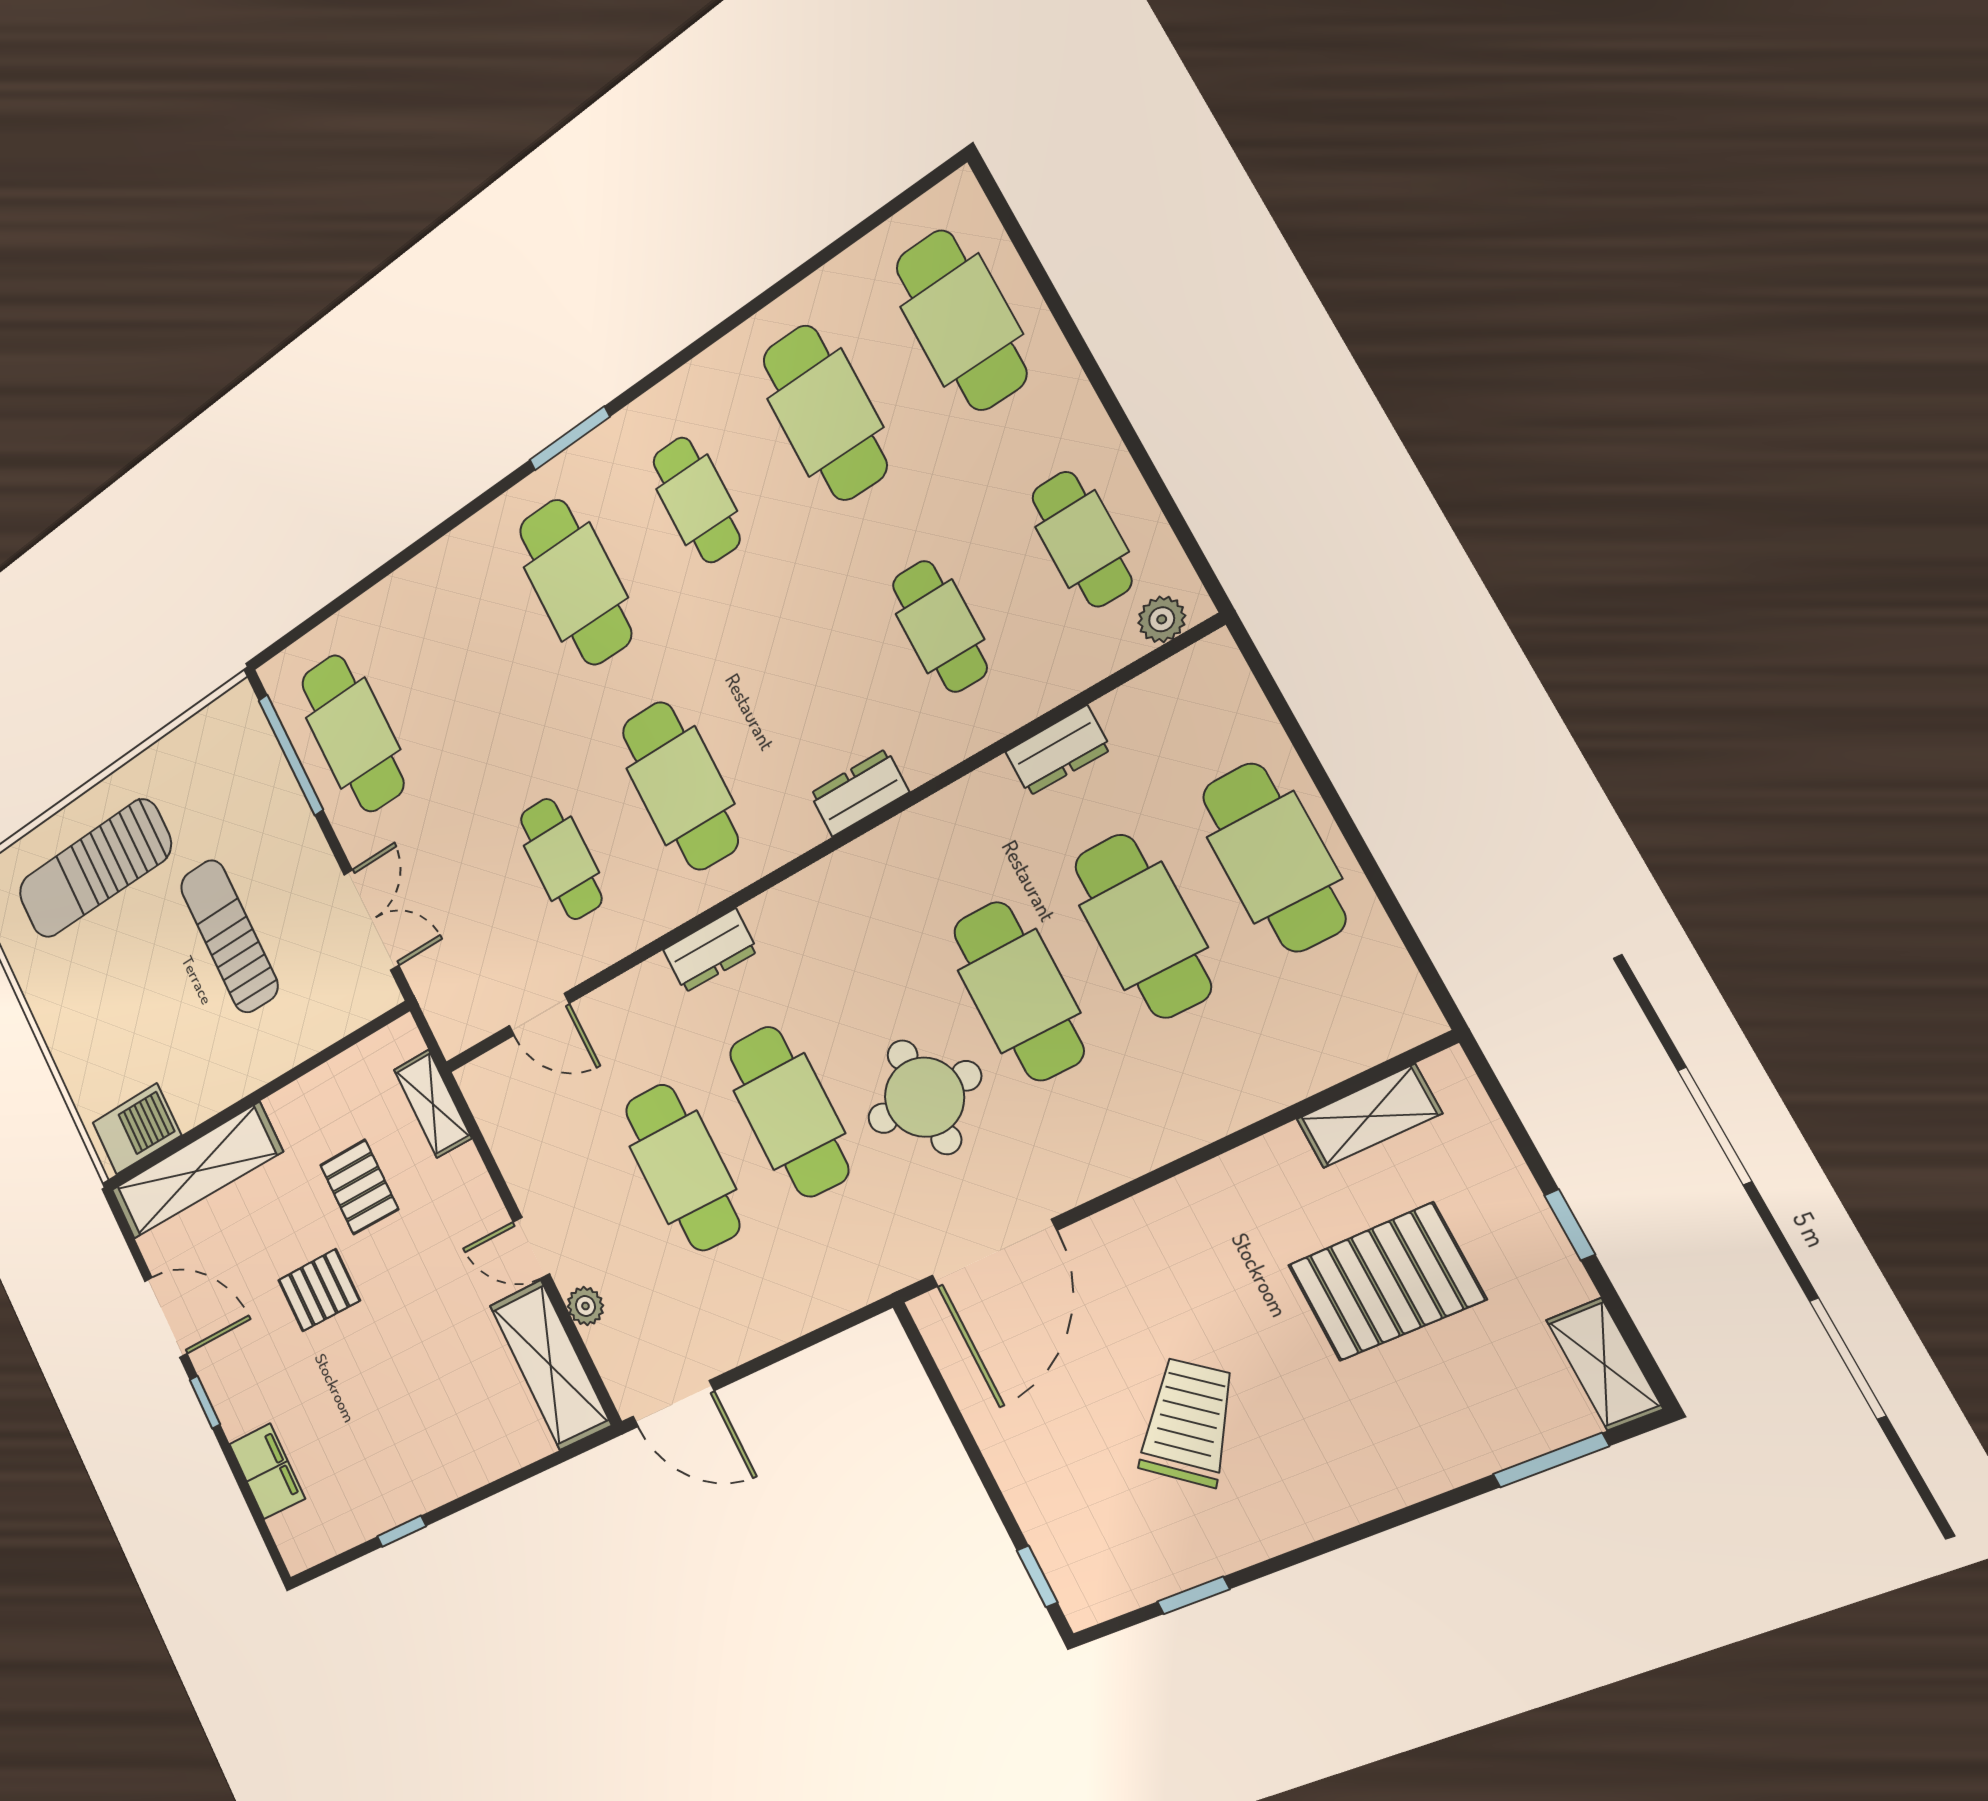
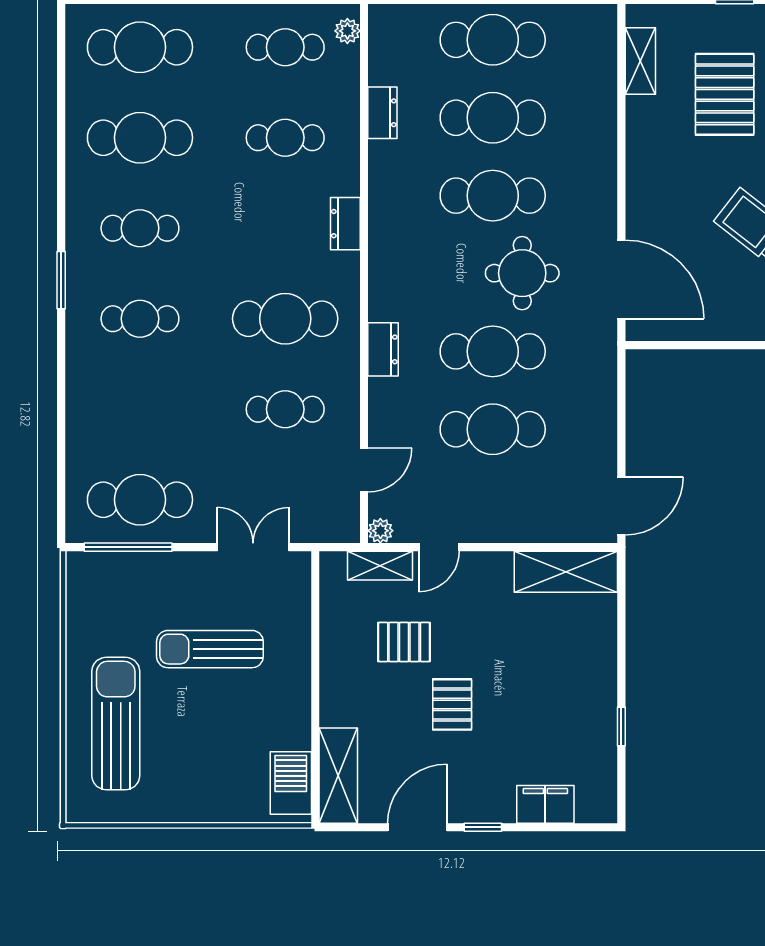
cafe table: (575, 582) -> (140, 319), width x0.73, depth x0.74
sun lounger: (94, 869) -> (116, 723), turned 180
shelving: (196, 1171) -> (338, 776), width x0.68
door: (531, 1248) -> (439, 547), moved
plant: (585, 1306) -> (380, 531), moved

